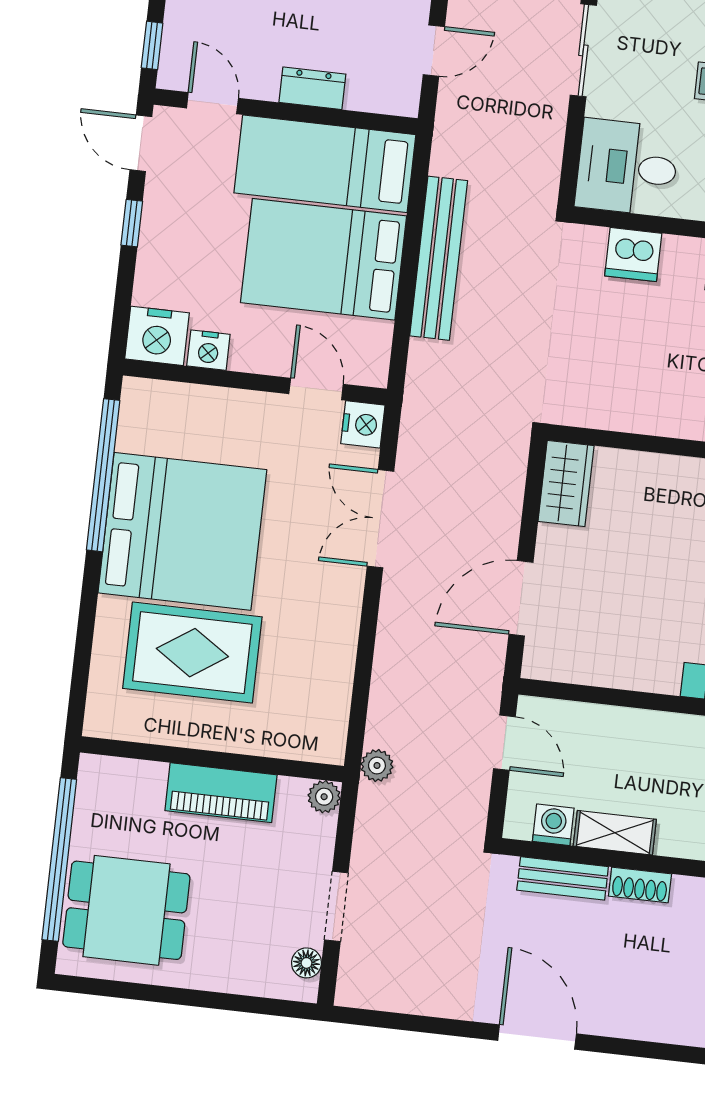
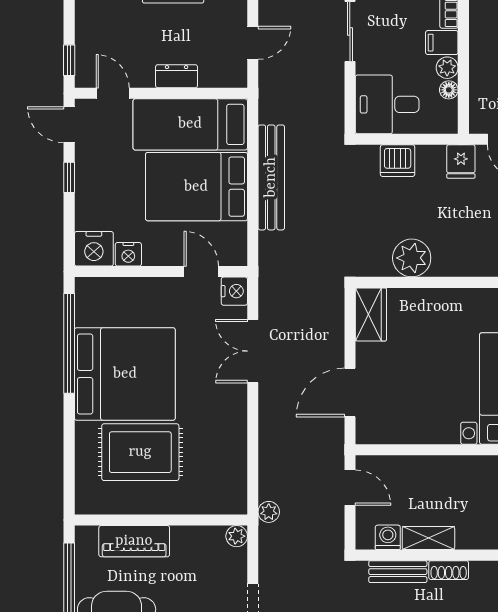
plant: (638, 405) -> (412, 258), added
piano: (221, 793) -> (134, 541), moved

